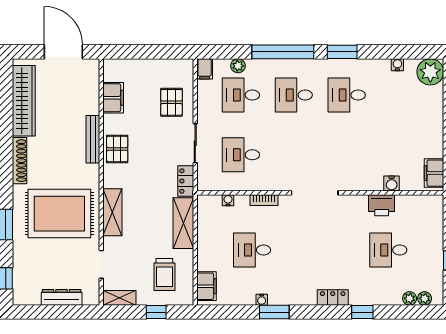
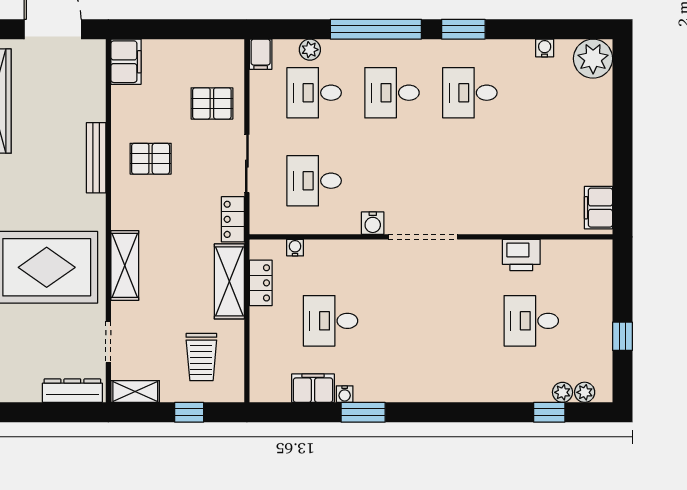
filing cabinet: (113, 98) -> (126, 62), moved
pallet: (172, 102) -> (212, 103), turned 90
pallet: (117, 149) -> (151, 159), moved, turned 90
water cooler: (392, 184) -> (373, 223), moved
bookcase: (264, 200) -> (348, 247), removed
filing cabinet: (207, 286) -> (313, 388), moved, turned -90
dresser: (62, 297) -> (72, 391), moved
locker: (333, 298) -> (261, 283), moved, turned 90
window: (362, 312) -> (549, 412), moved

